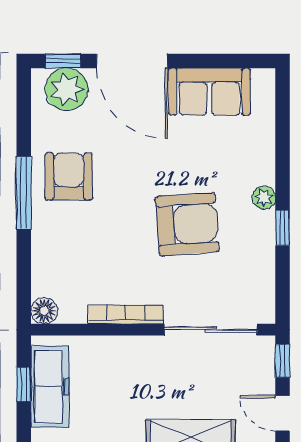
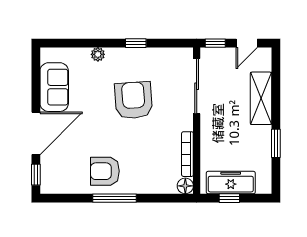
plant: (67, 89) -> (53, 173), removed
plant: (264, 198) -> (98, 54), moved
bookcase: (126, 314) -> (187, 154), moved

